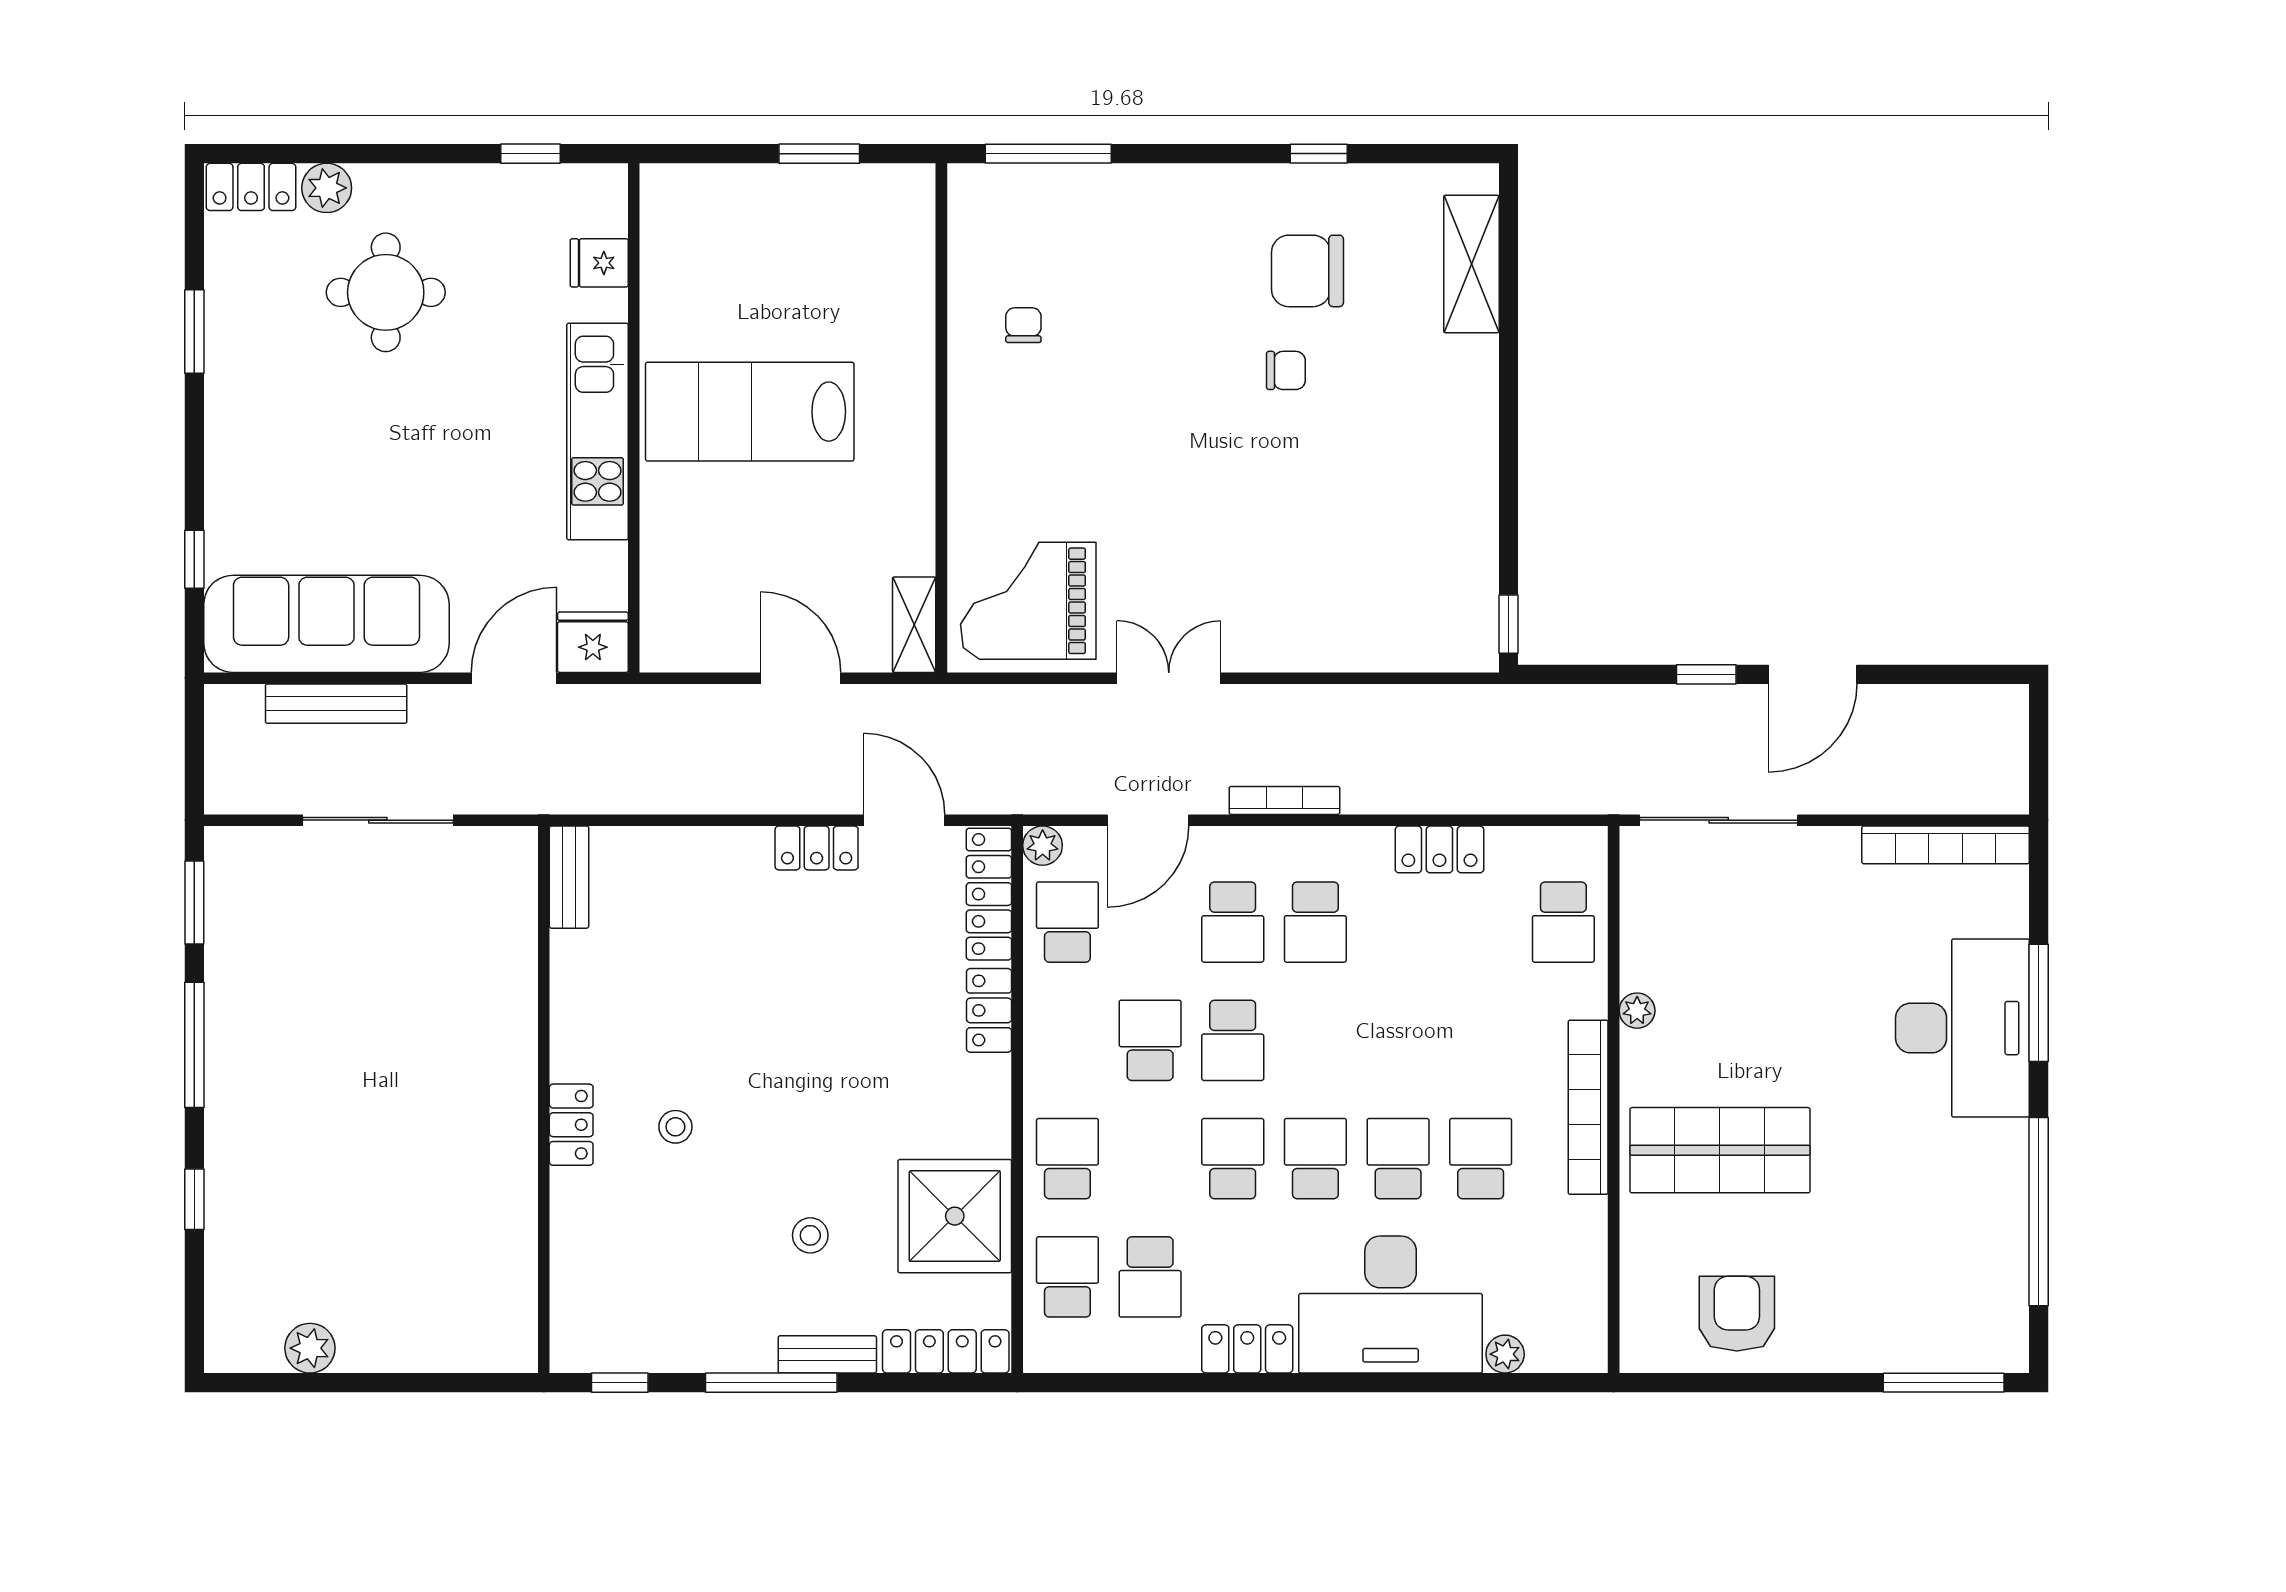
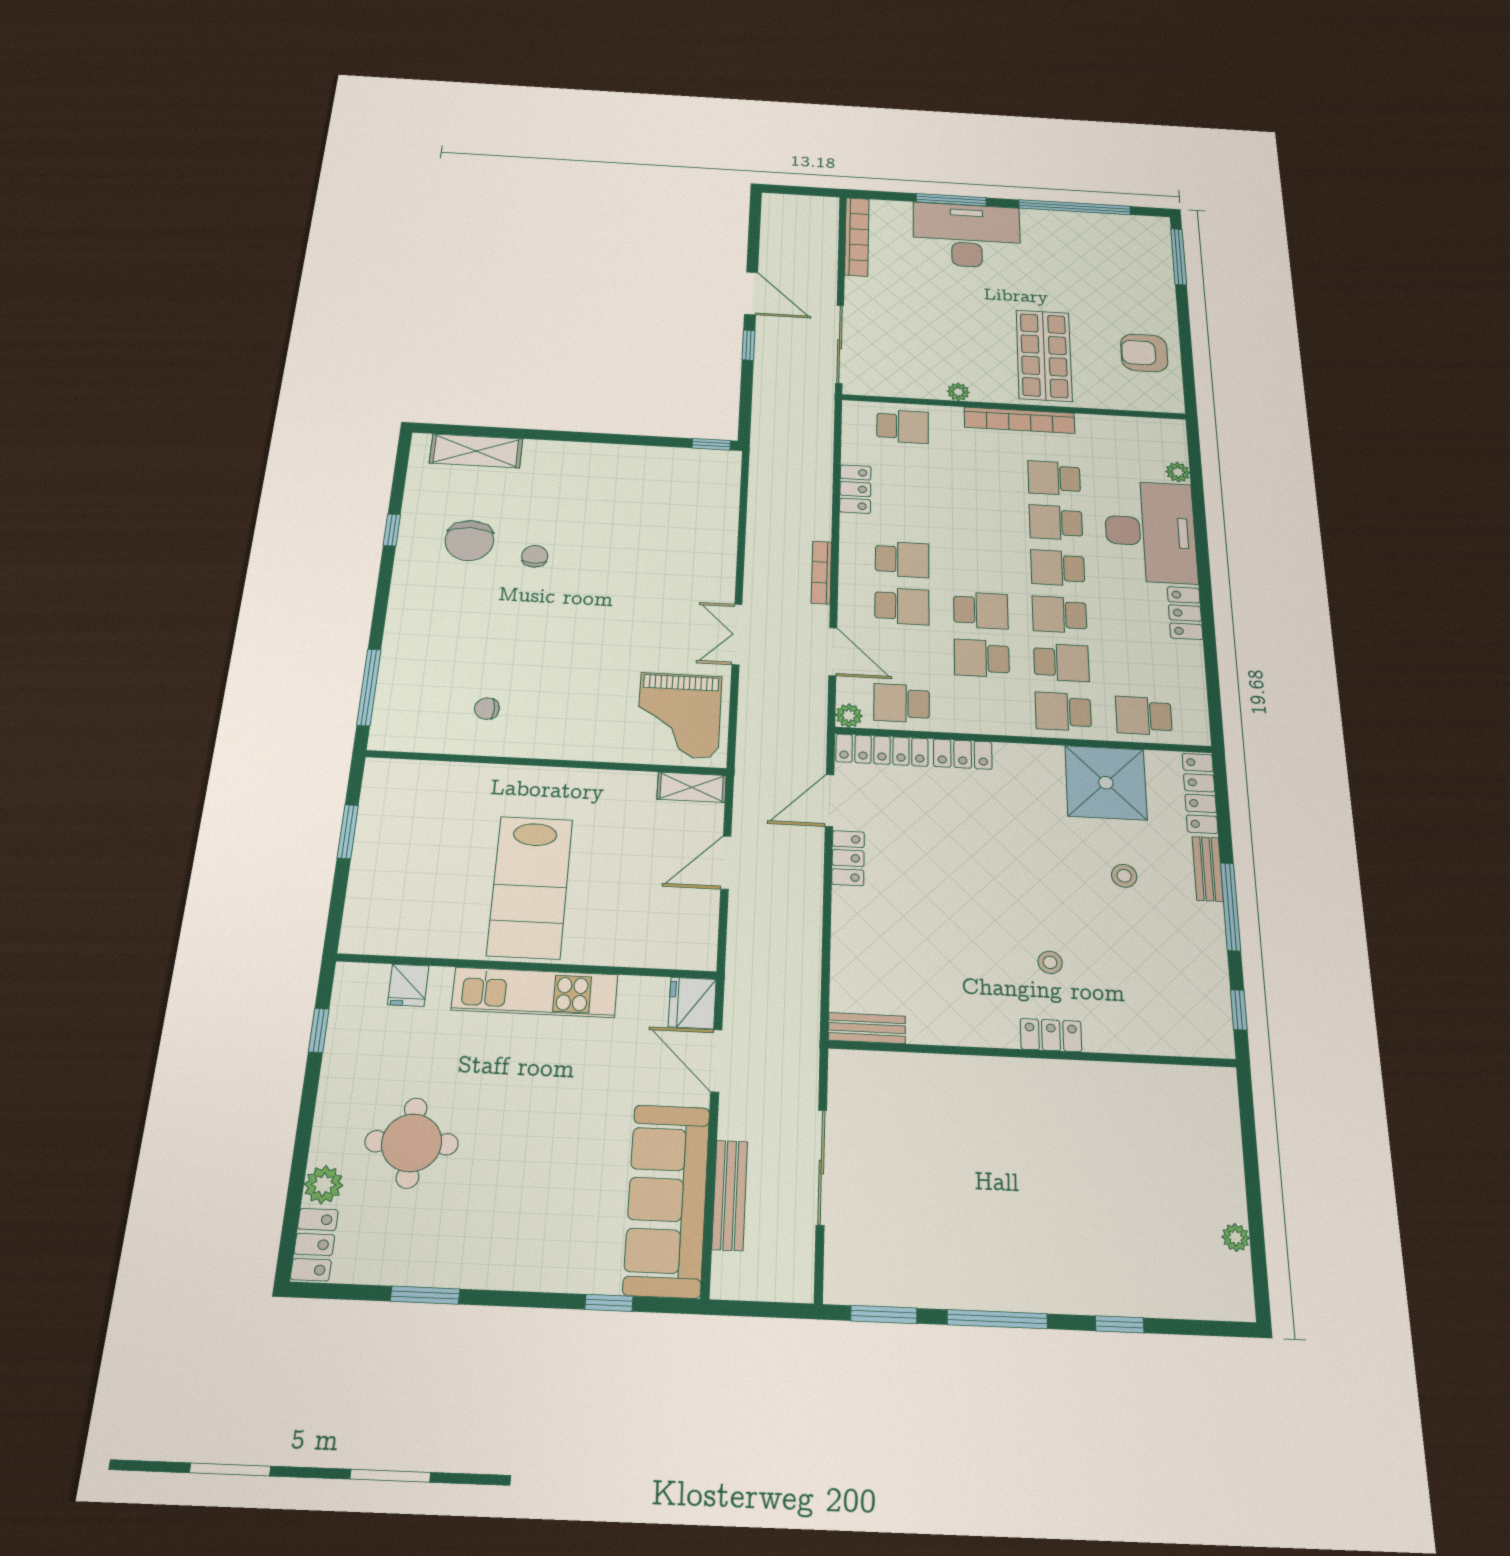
school desk: (1150, 1277) -> (1061, 662), moved
plant: (310, 1348) -> (1236, 1237), width x0.73, depth x0.73

